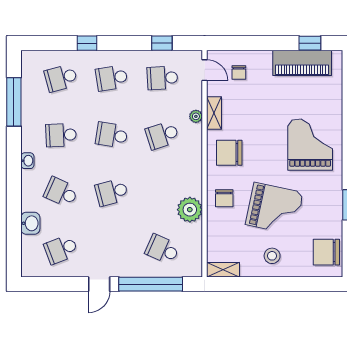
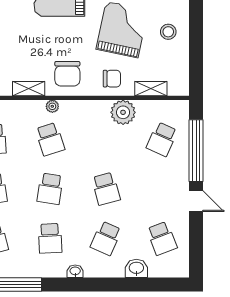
plant: (196, 116) -> (52, 106), moved
shelving: (223, 270) -> (151, 89), moved, turned 90

